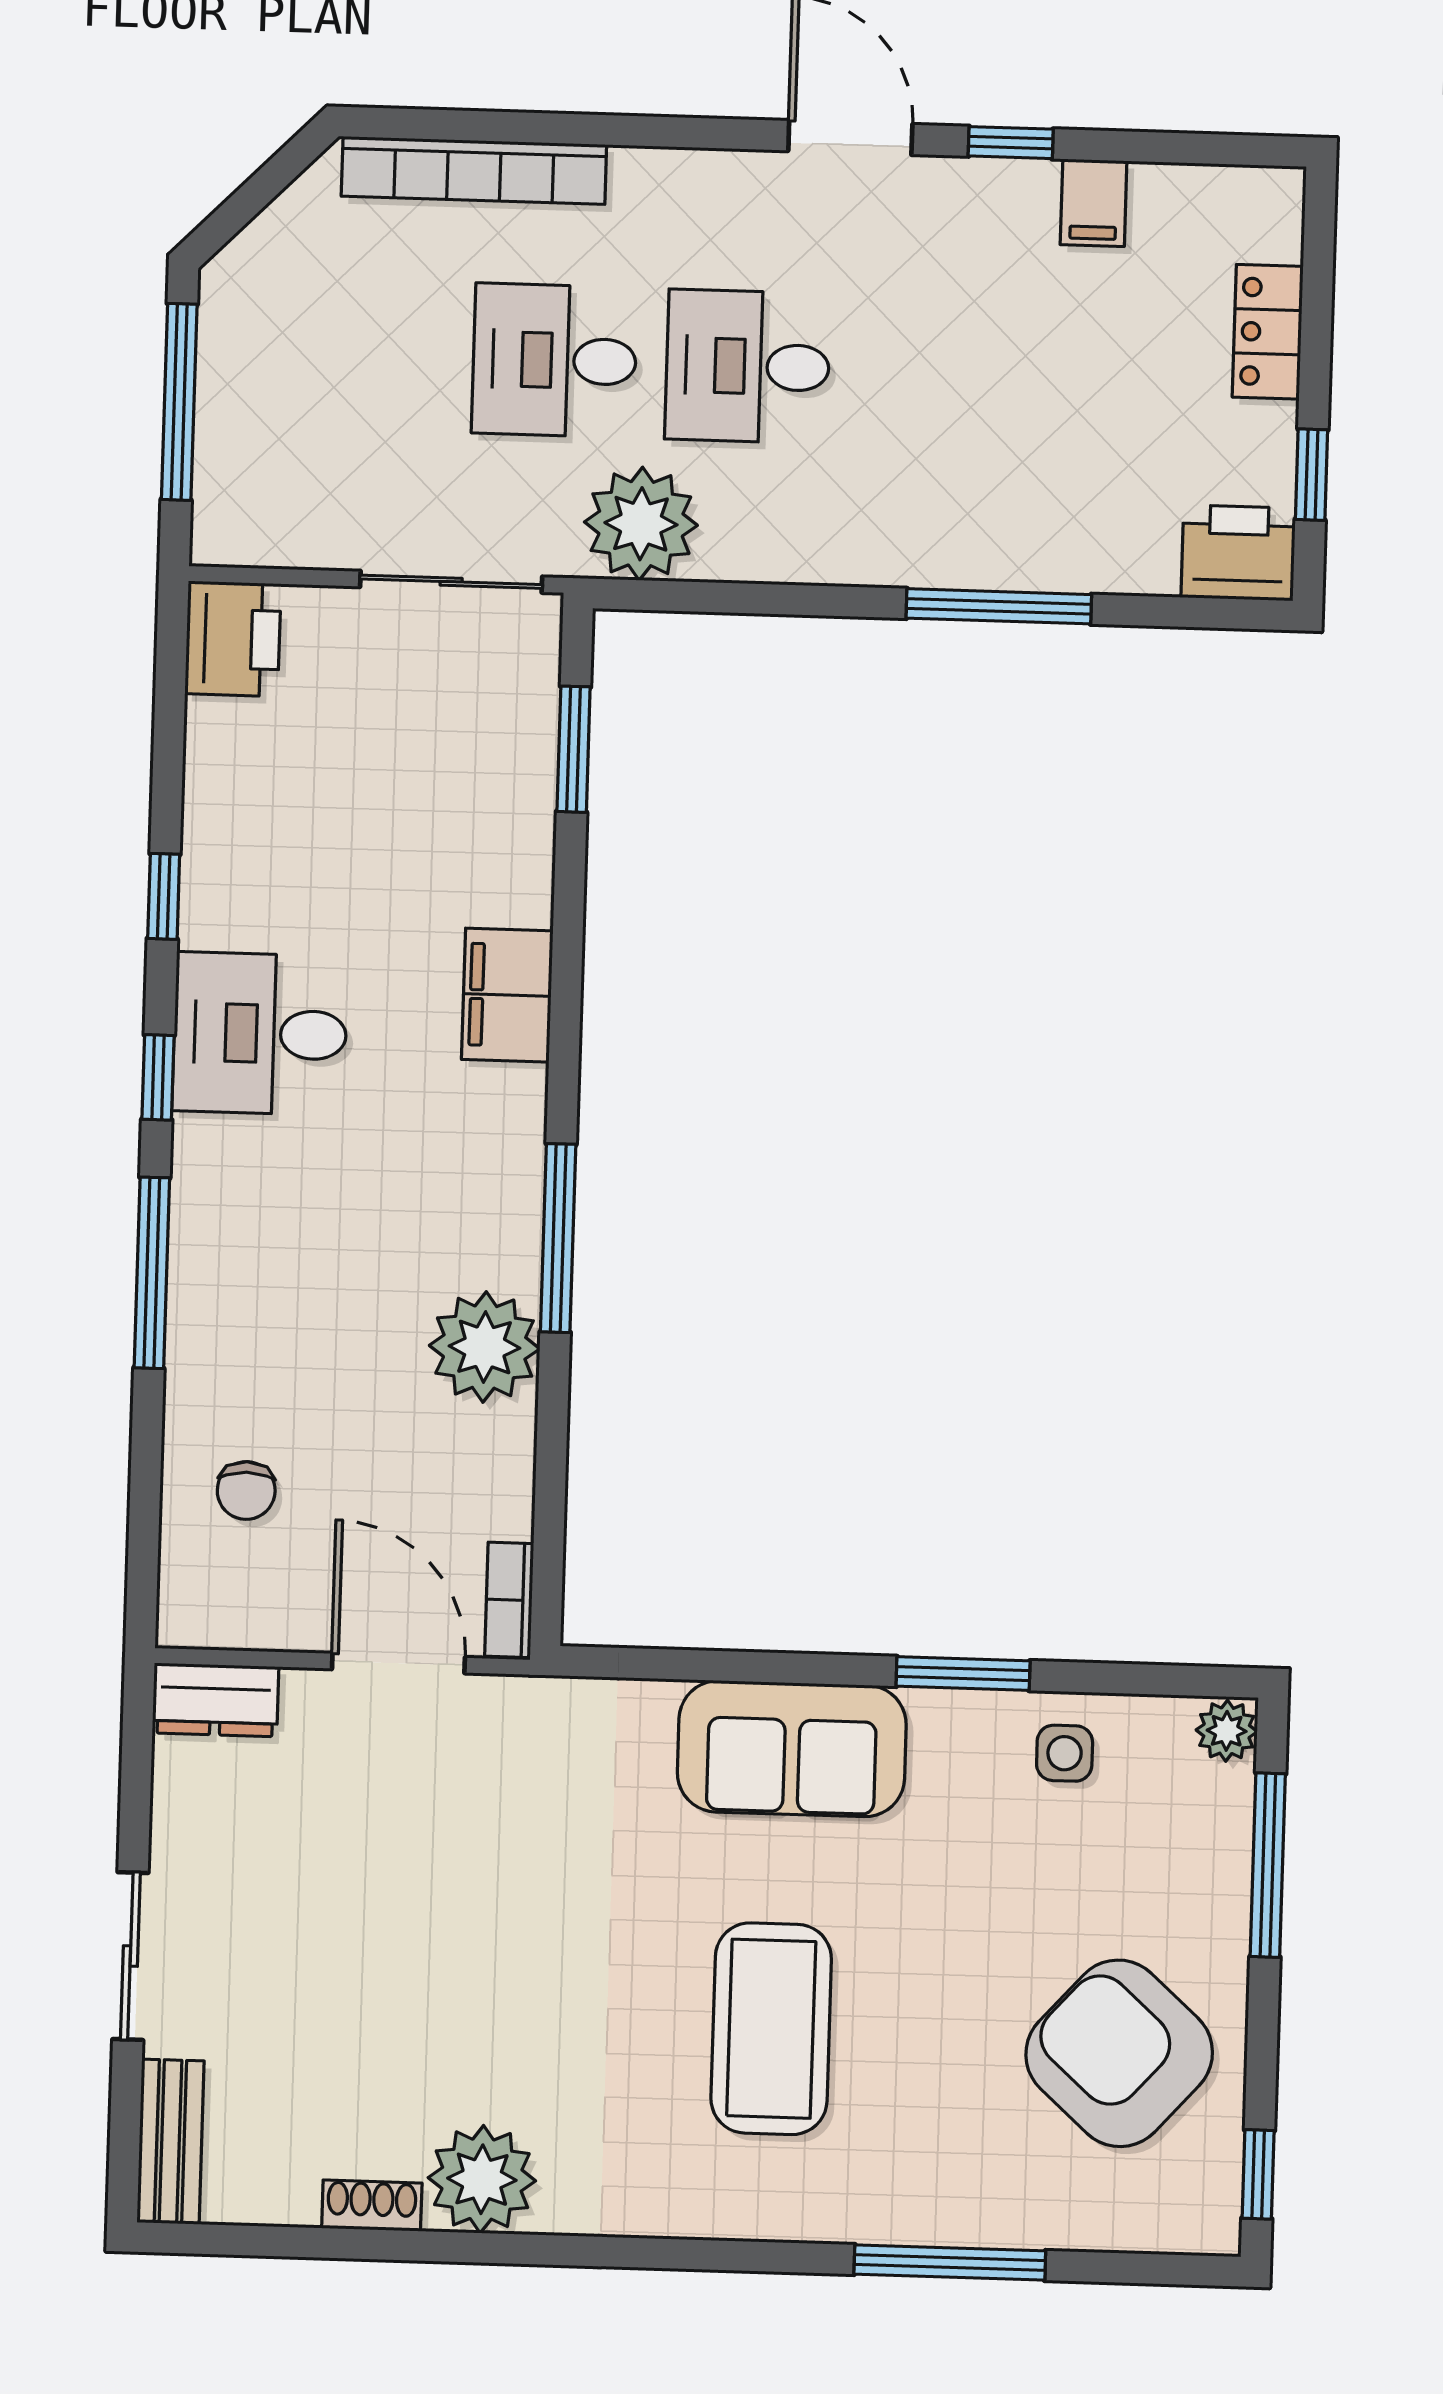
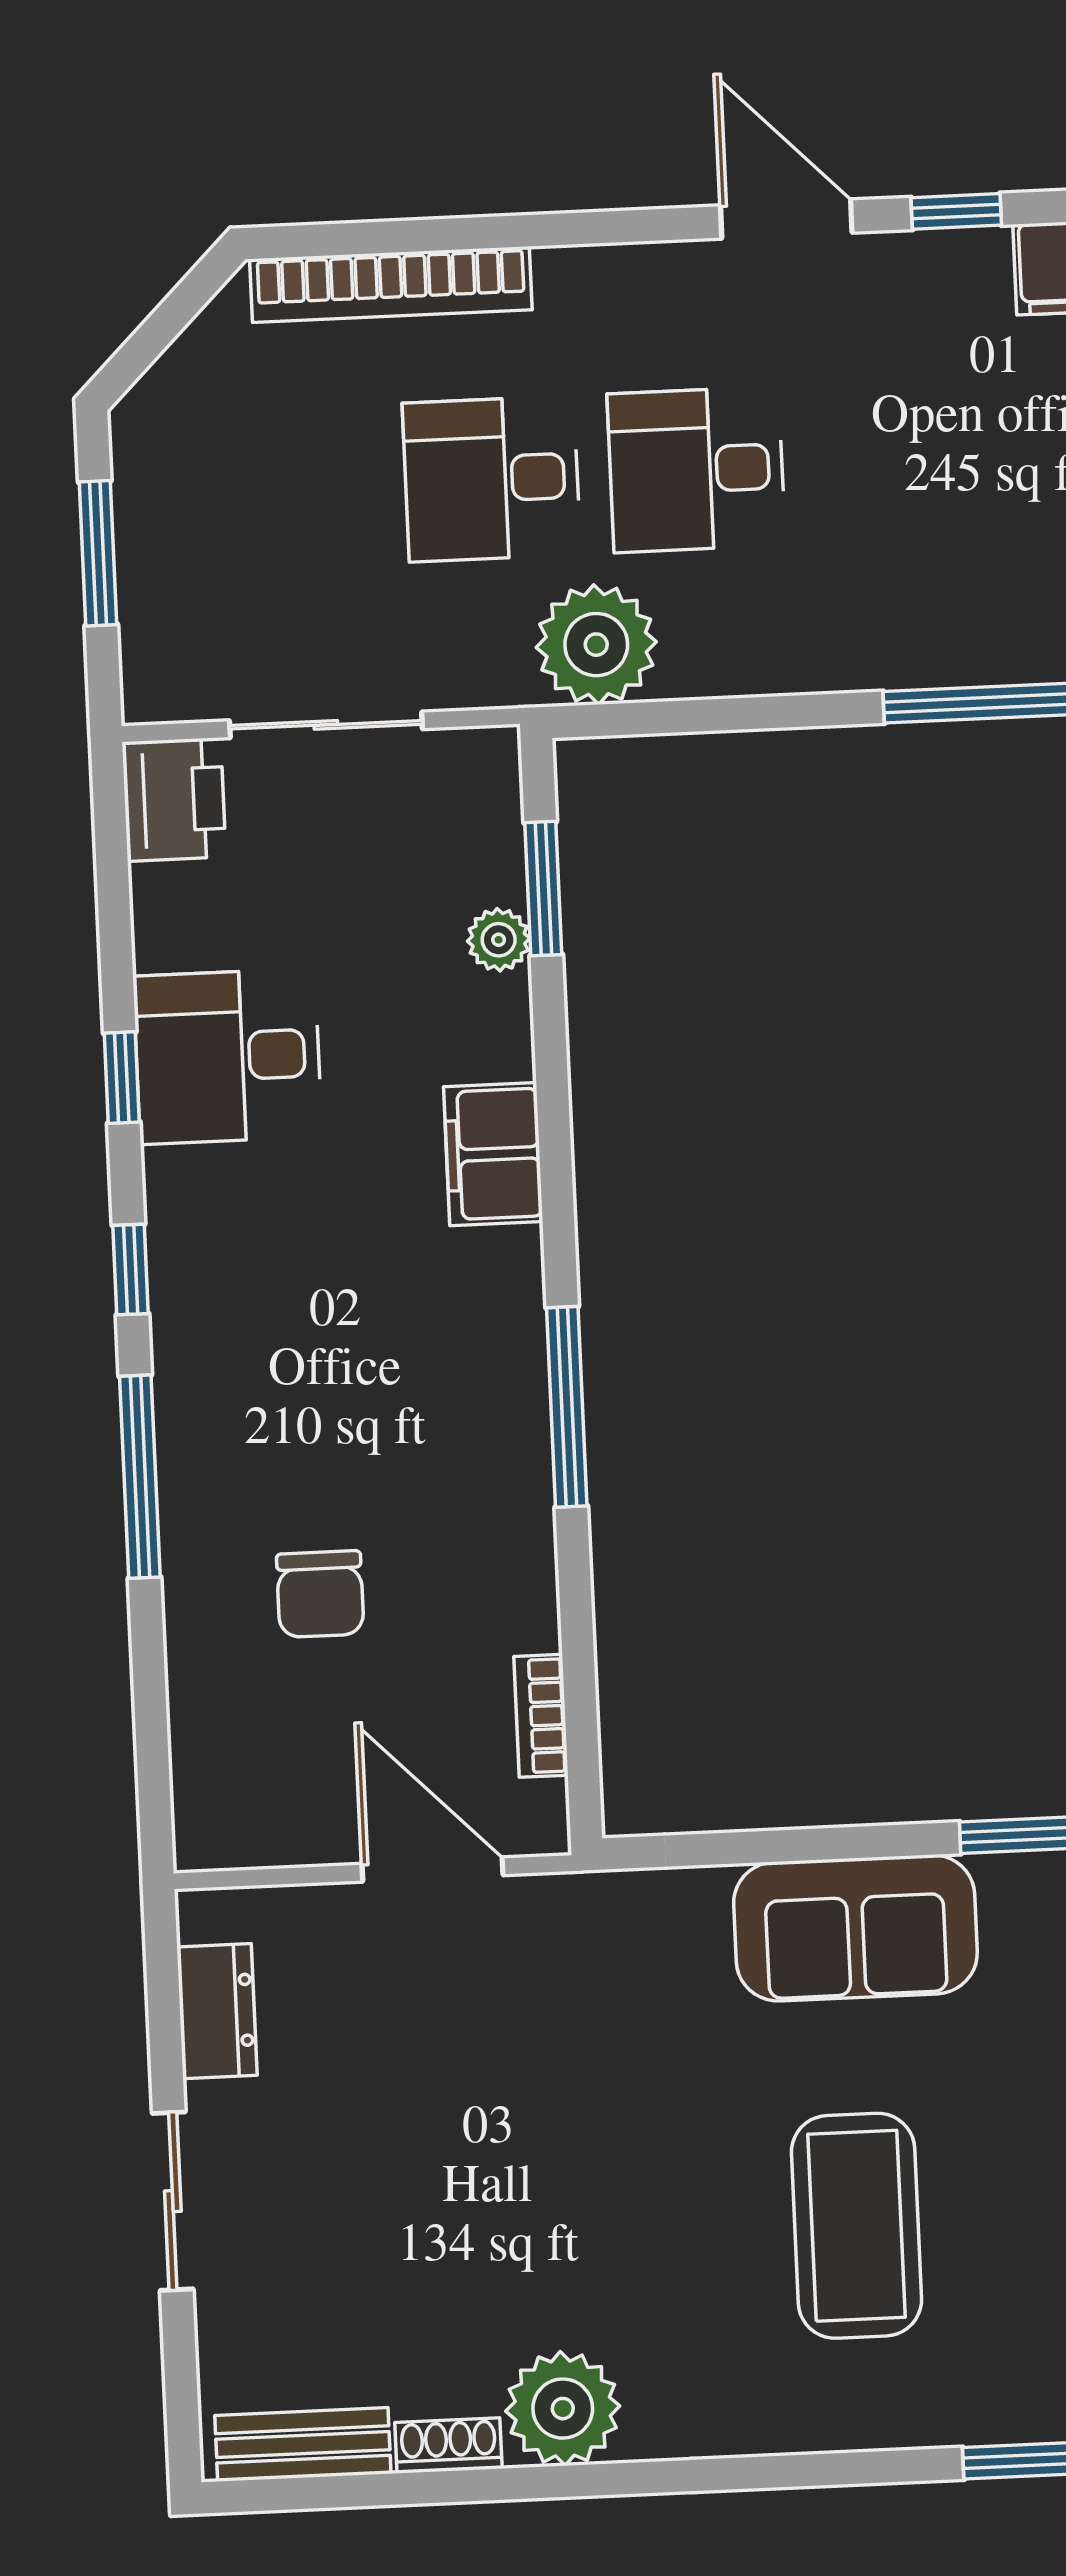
window: (179, 402) -> (98, 553), width x0.69
sliding door: (451, 582) -> (326, 725), moved
desk: (260, 1034) -> (228, 1056), moved
plant: (485, 1347) -> (499, 940), moved, width x0.53, depth x0.53
chair: (246, 1491) -> (320, 1594), moved, width x1.37, depth x1.37
bookcase: (509, 1600) -> (541, 1716), moved
dresser: (216, 1700) -> (217, 2011), moved, turned -90
bench: (170, 2142) -> (303, 2444), moved, turned 90

